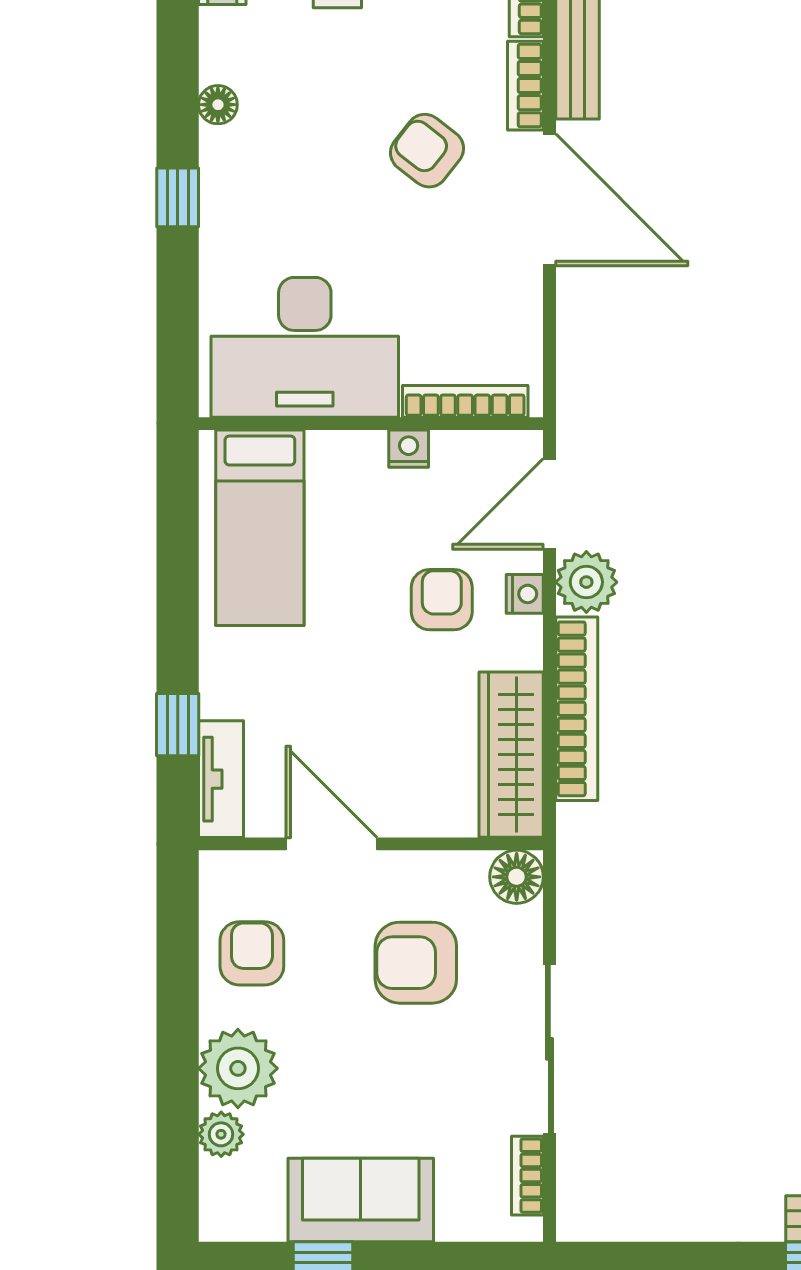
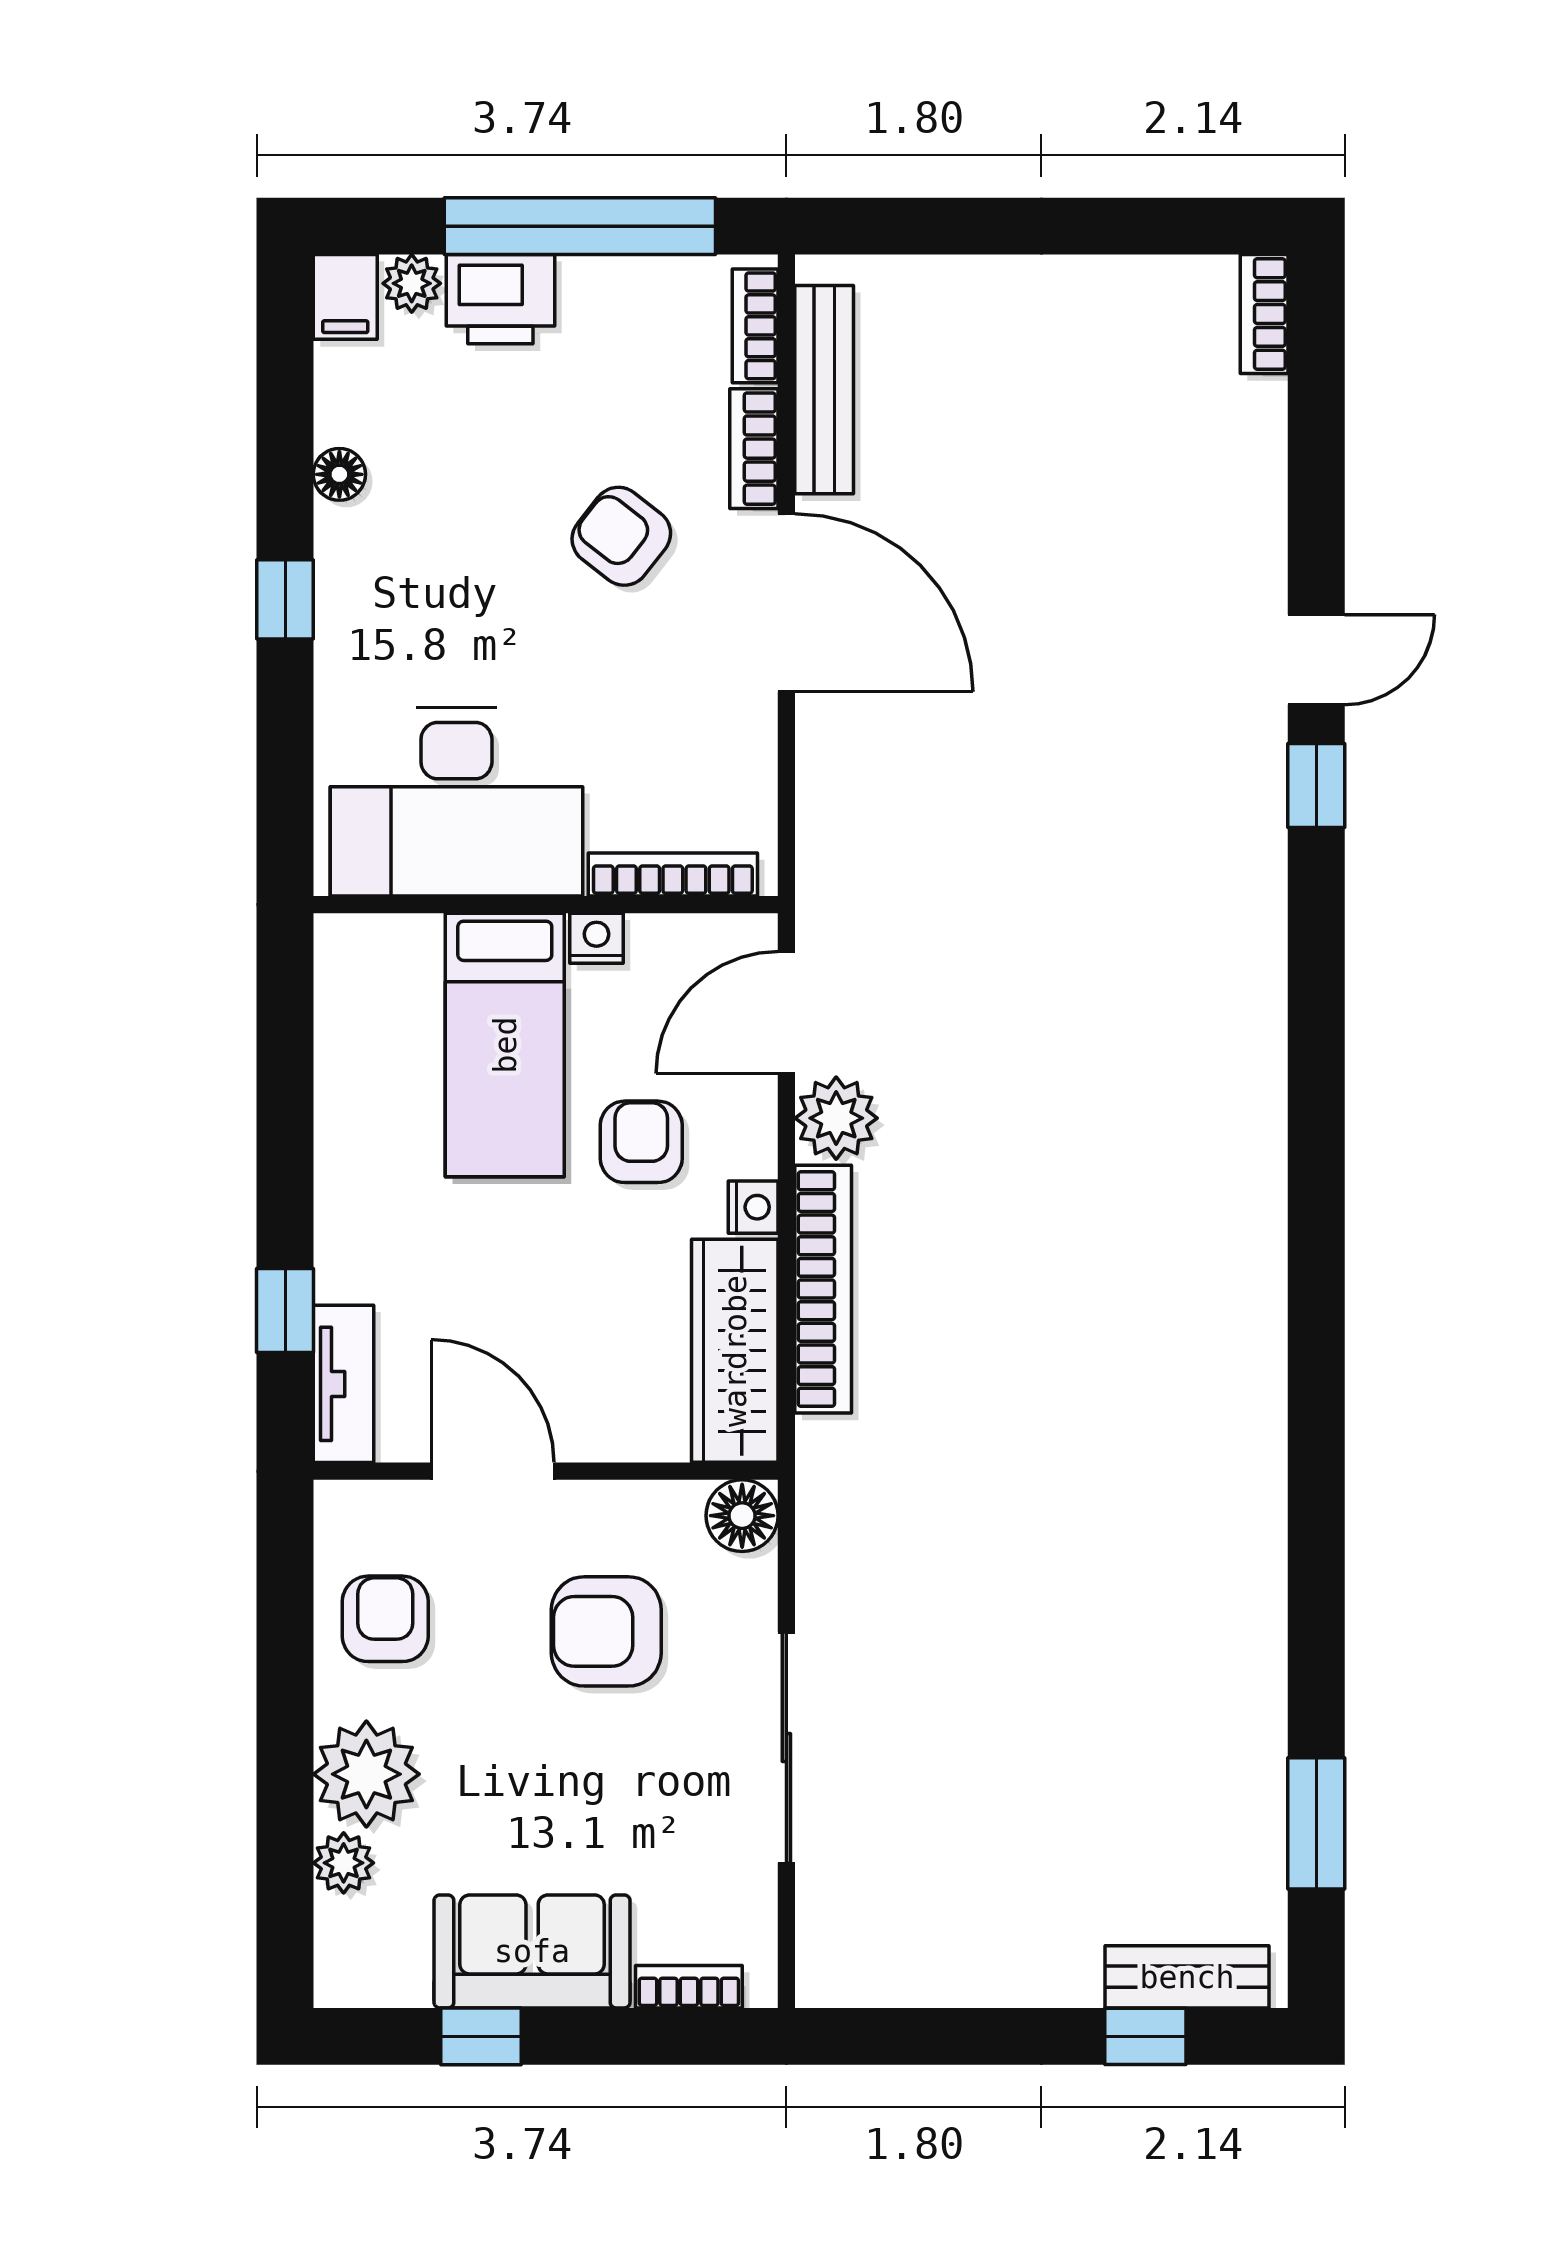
bed: (260, 528) -> (505, 1045), moved
nightstand: (525, 594) -> (753, 1207), moved
bookcase: (527, 1176) -> (689, 1987), moved, turned 90

